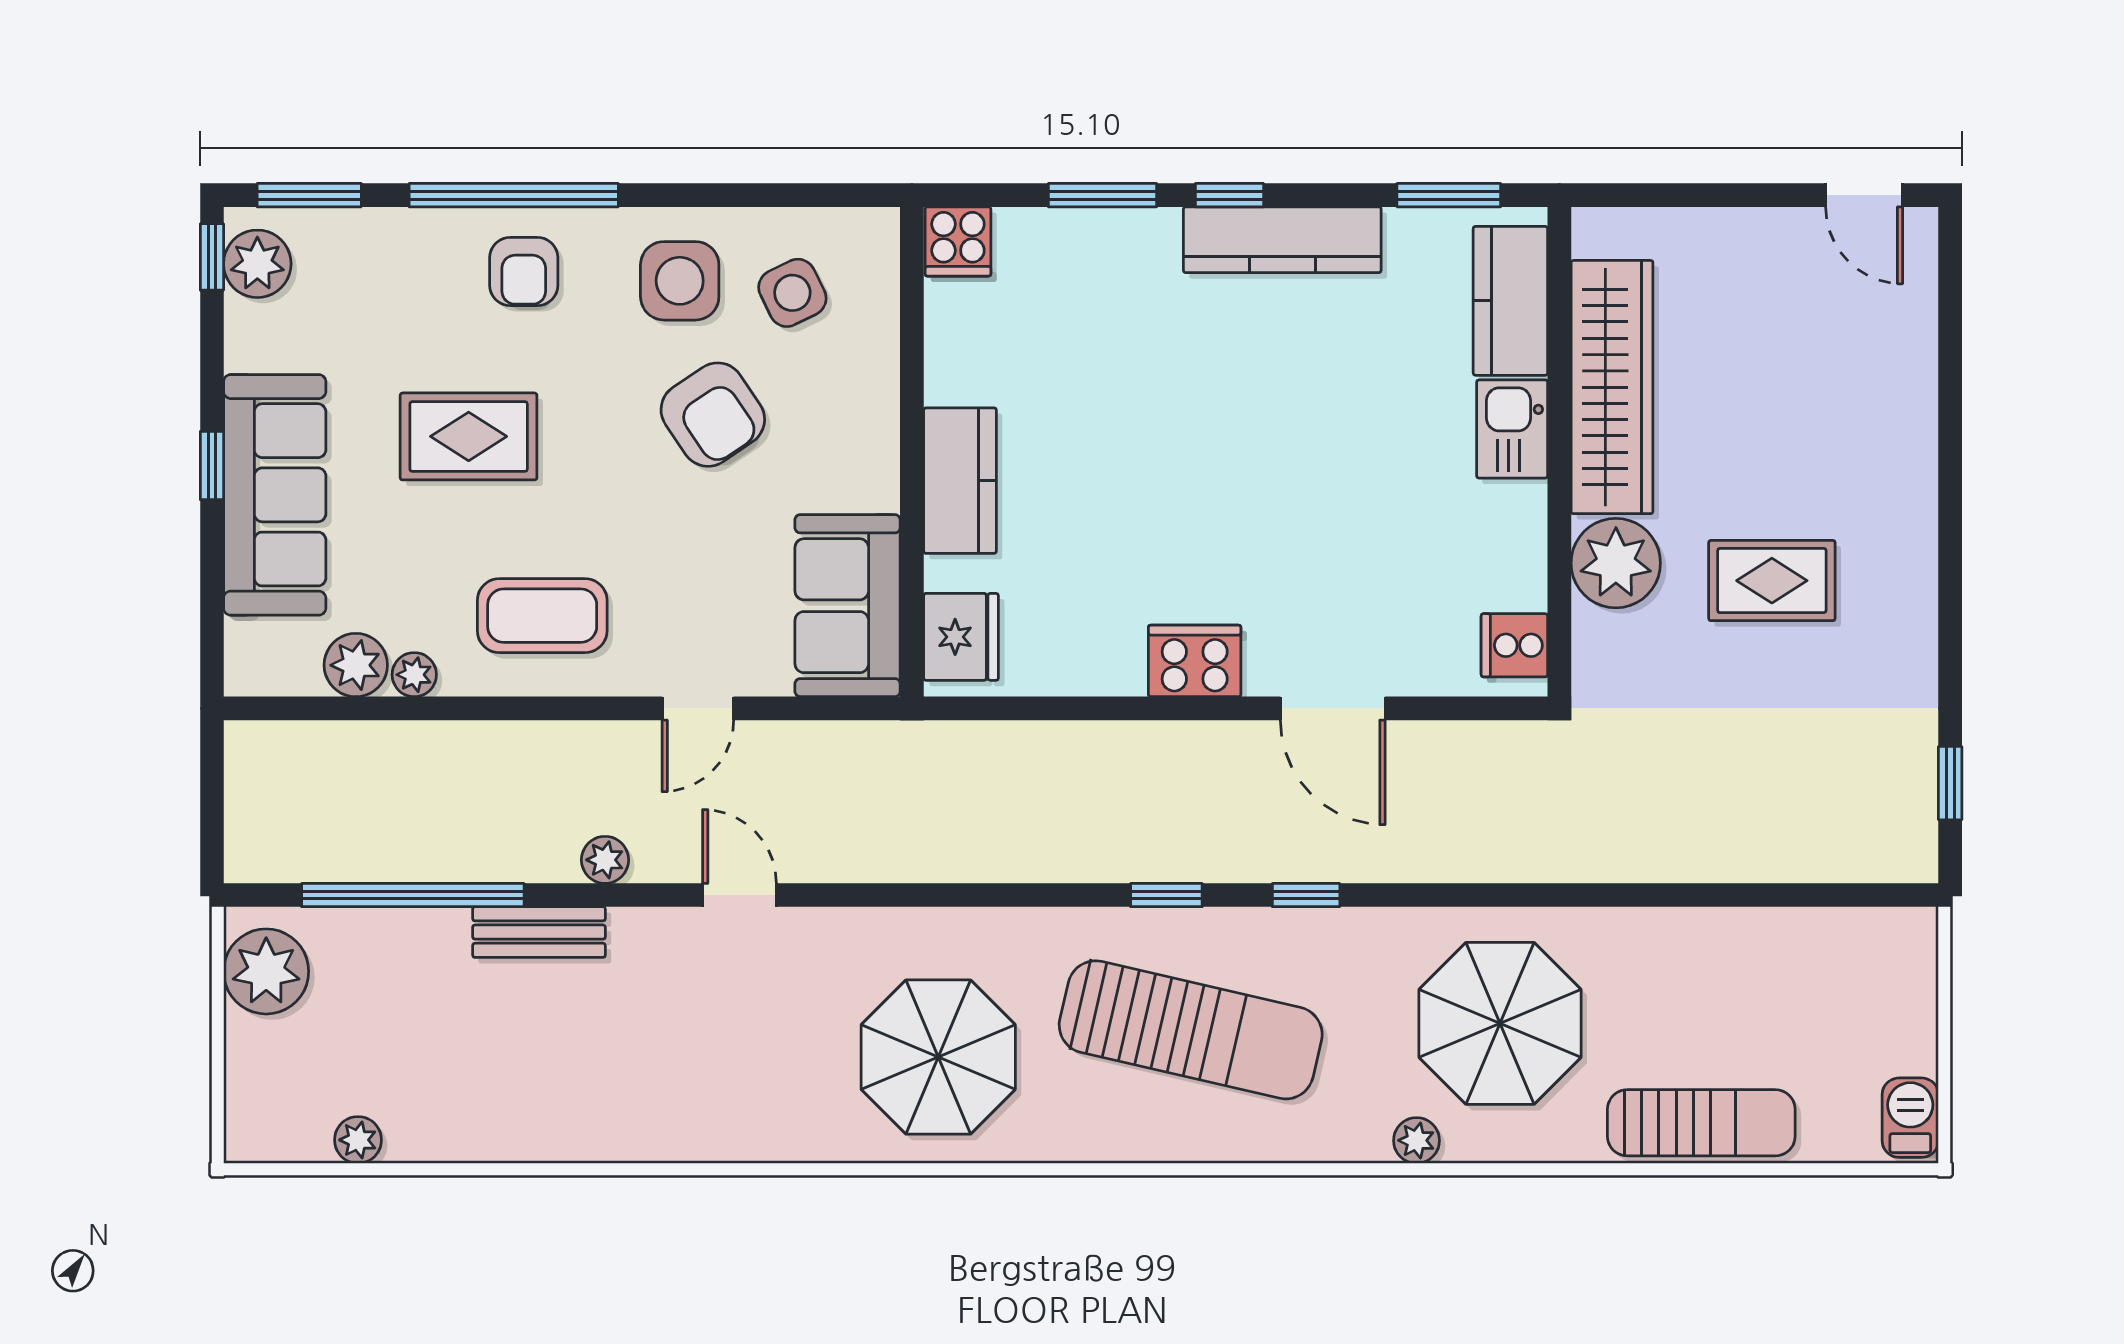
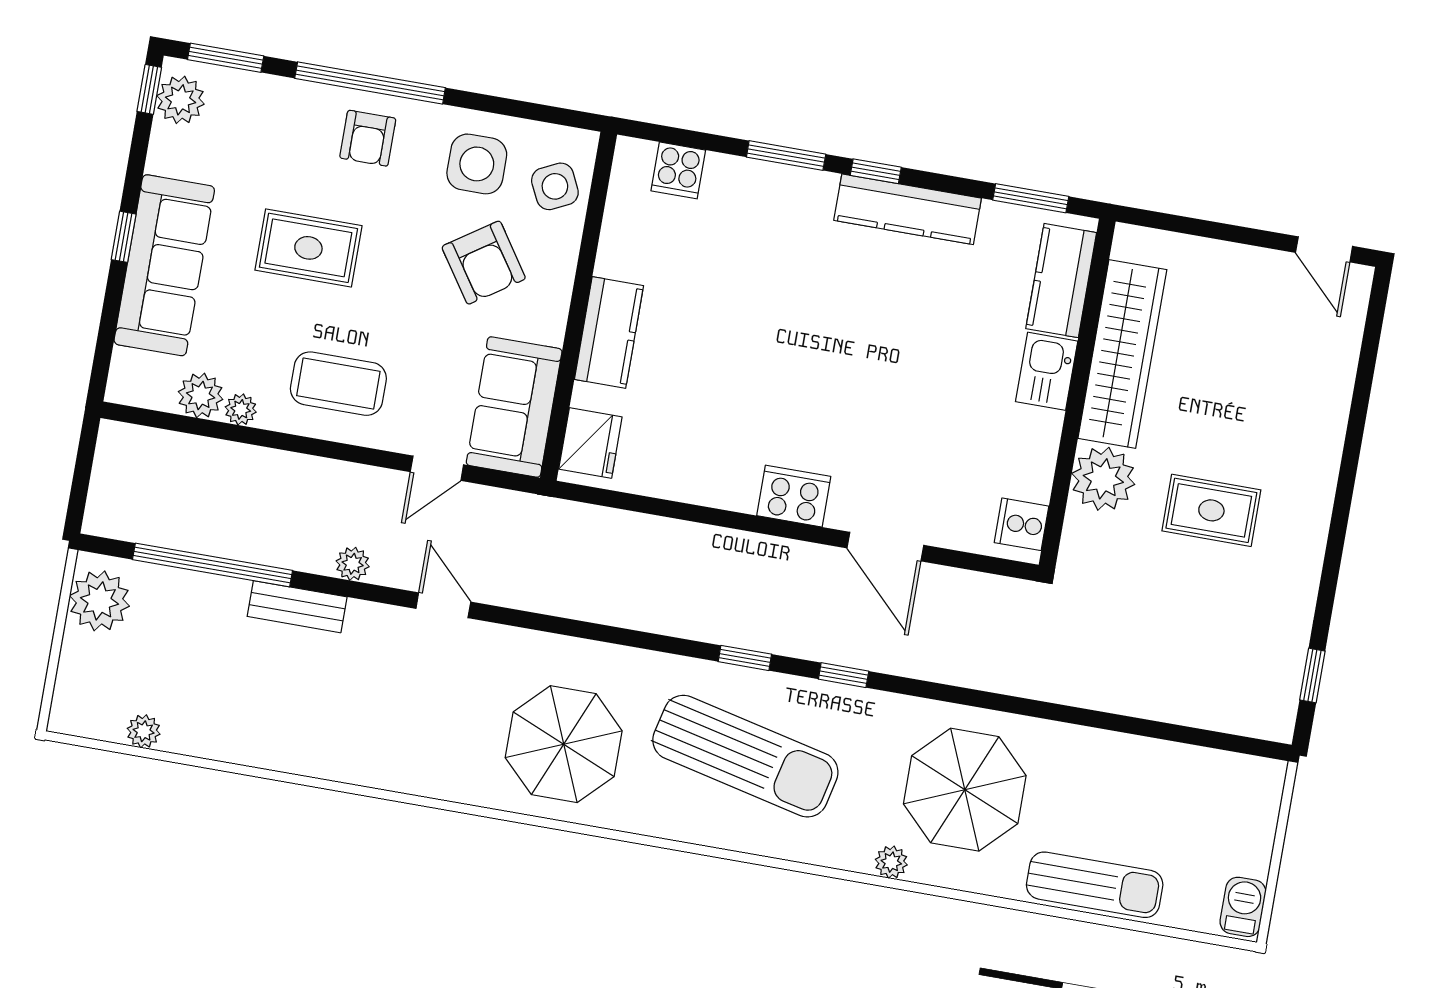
wall: (912, 452) -> (579, 306), moved
kitchen counter: (960, 481) -> (609, 332), moved
sofa: (848, 606) -> (514, 407), moved
fridge: (961, 637) -> (590, 443), moved

